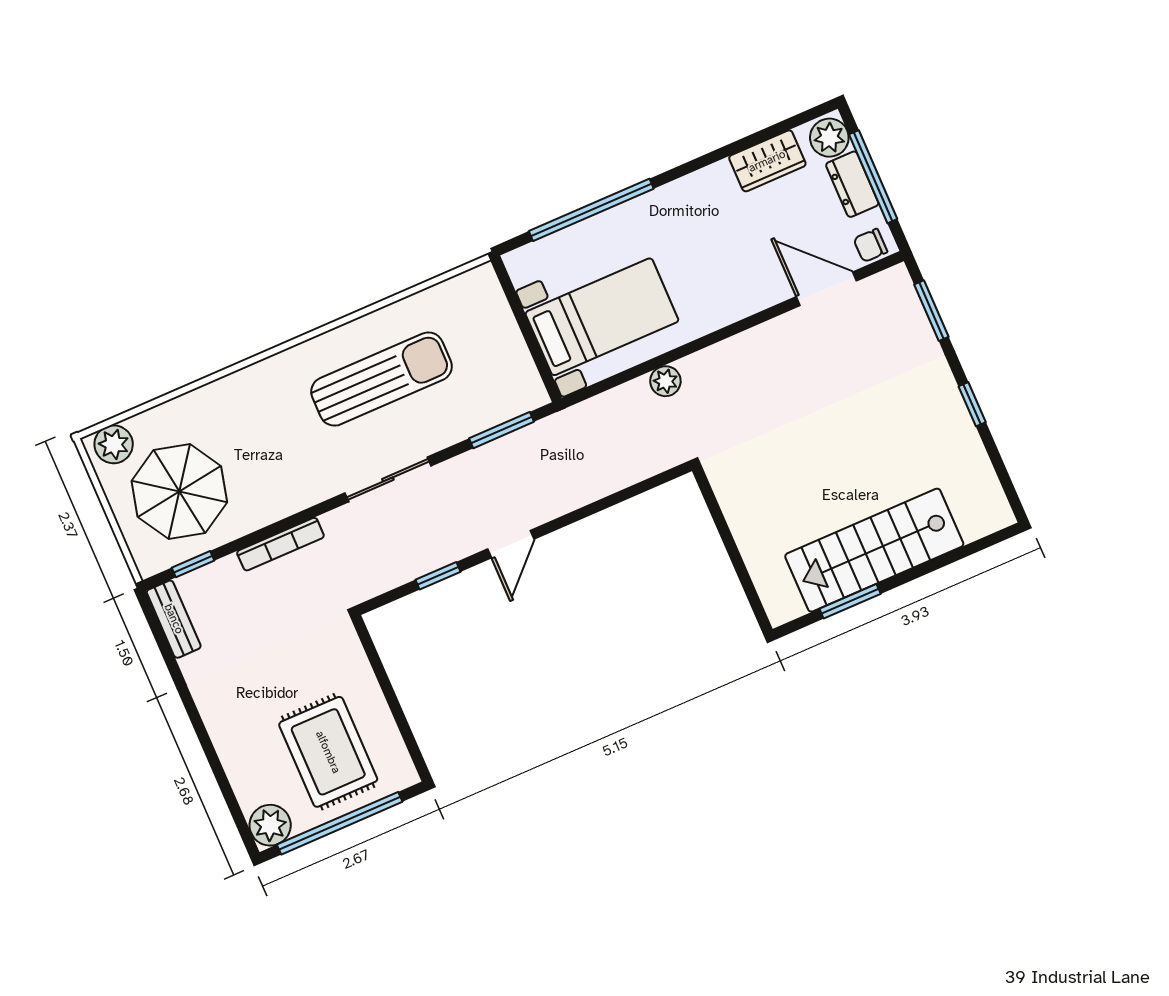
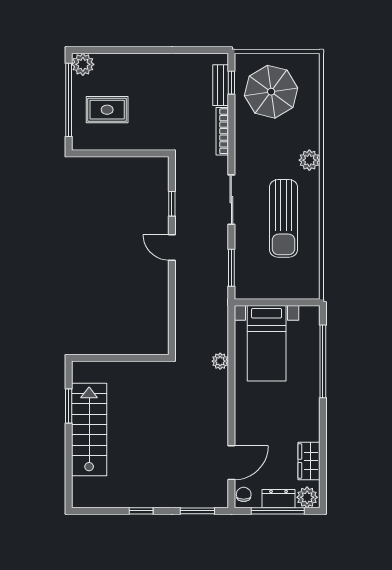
plant: (114, 444) -> (309, 160), moved
bench: (174, 619) -> (221, 85), moved, turned 90
rug: (328, 752) -> (107, 110), width x0.73, depth x0.70

